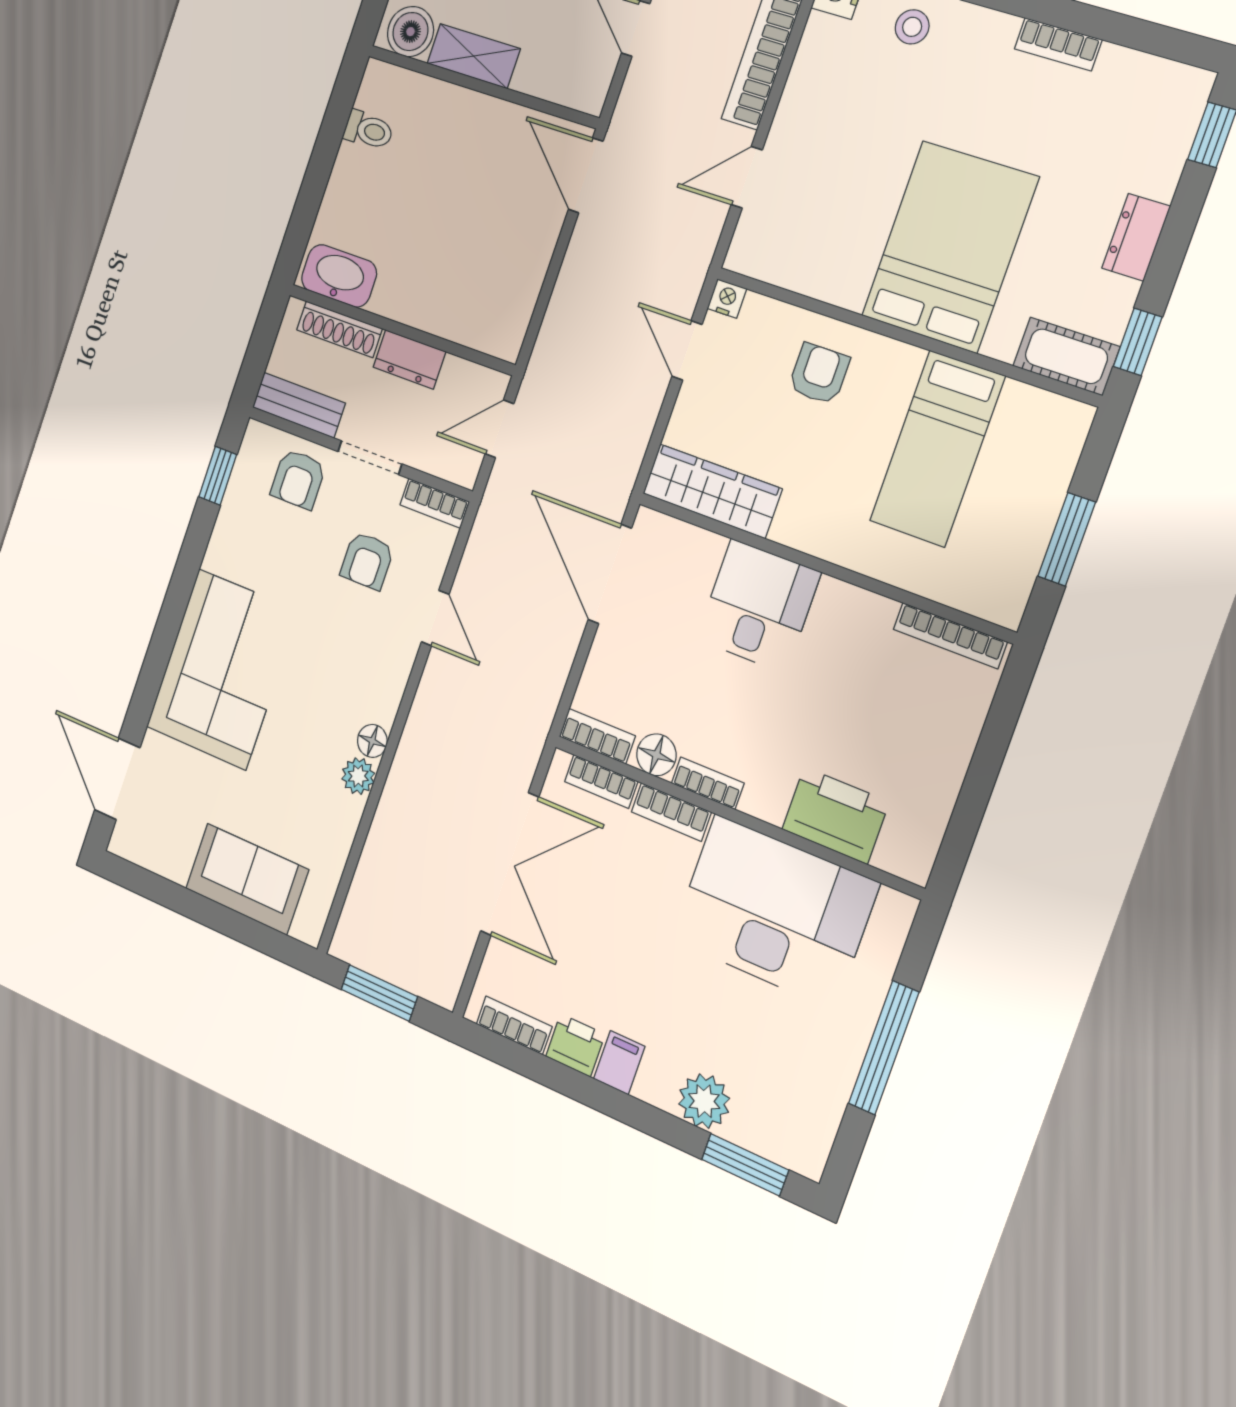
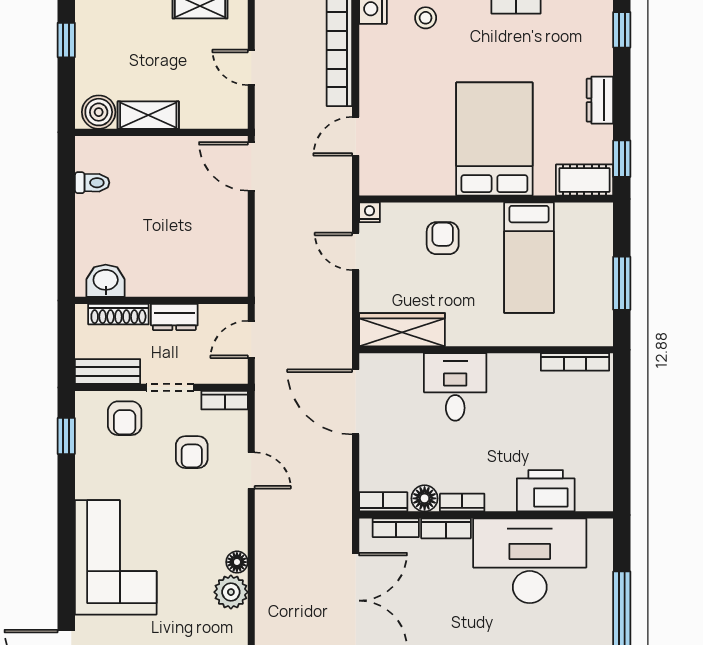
washbasin: (339, 276) -> (106, 281), width x0.72
plant: (358, 776) -> (231, 592), width x1.38, depth x1.38

